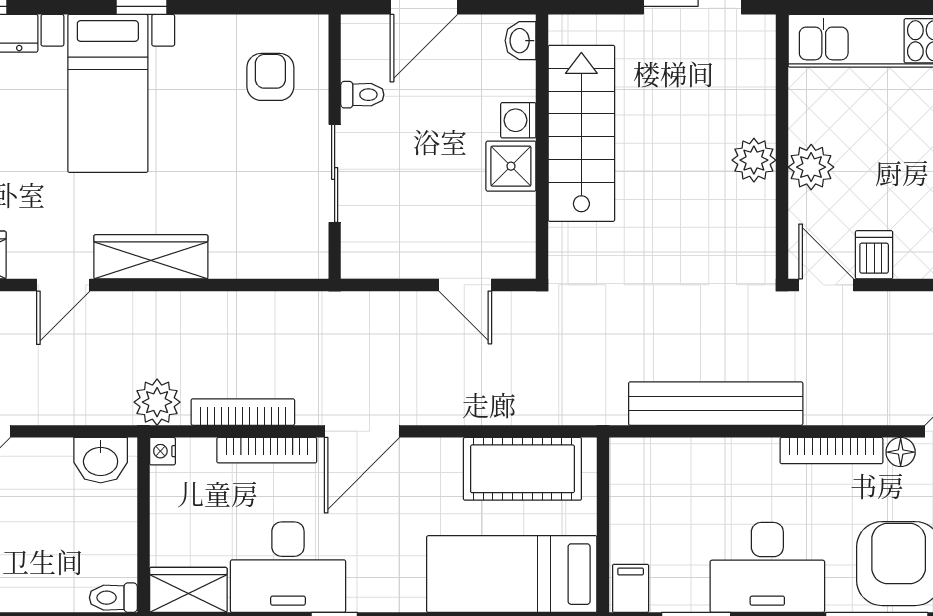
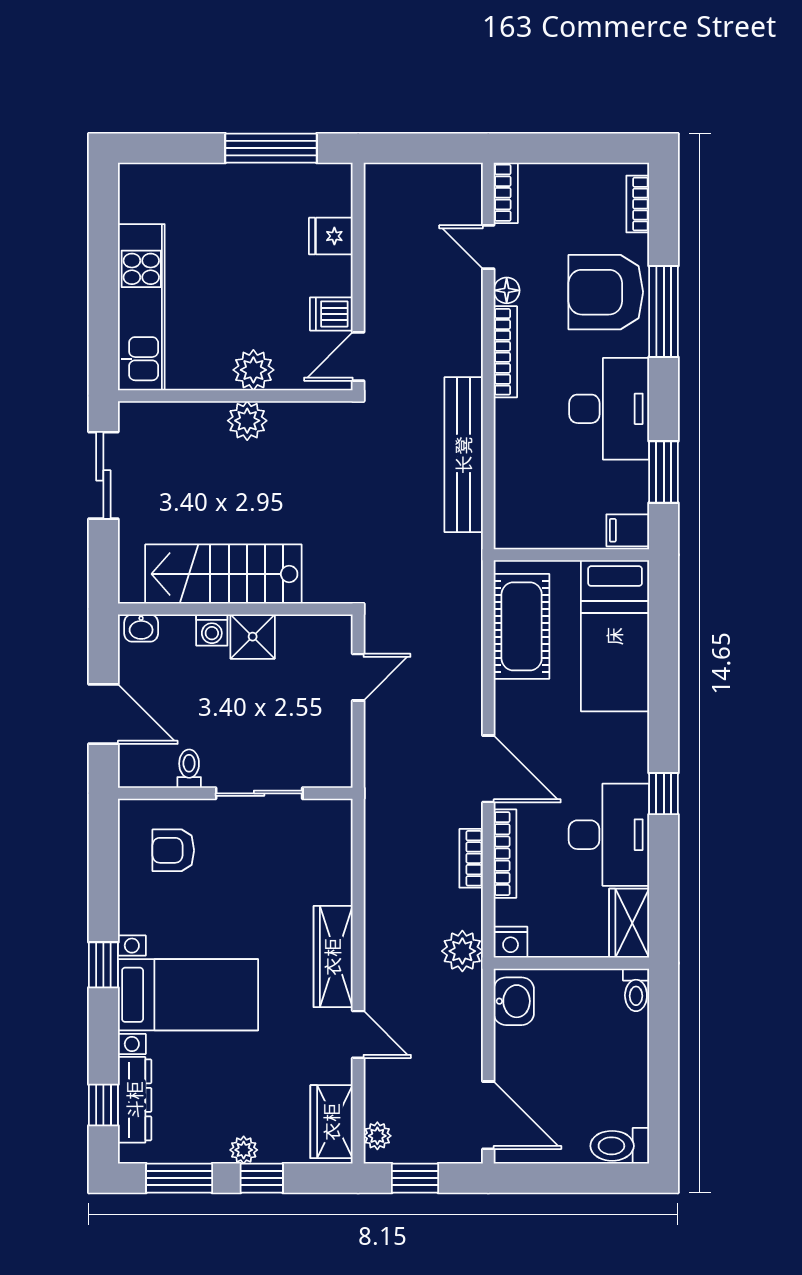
bookcase: (243, 412) -> (471, 858), width x0.64
nightstand: (162, 451) -> (511, 942), width x1.39, depth x1.35

